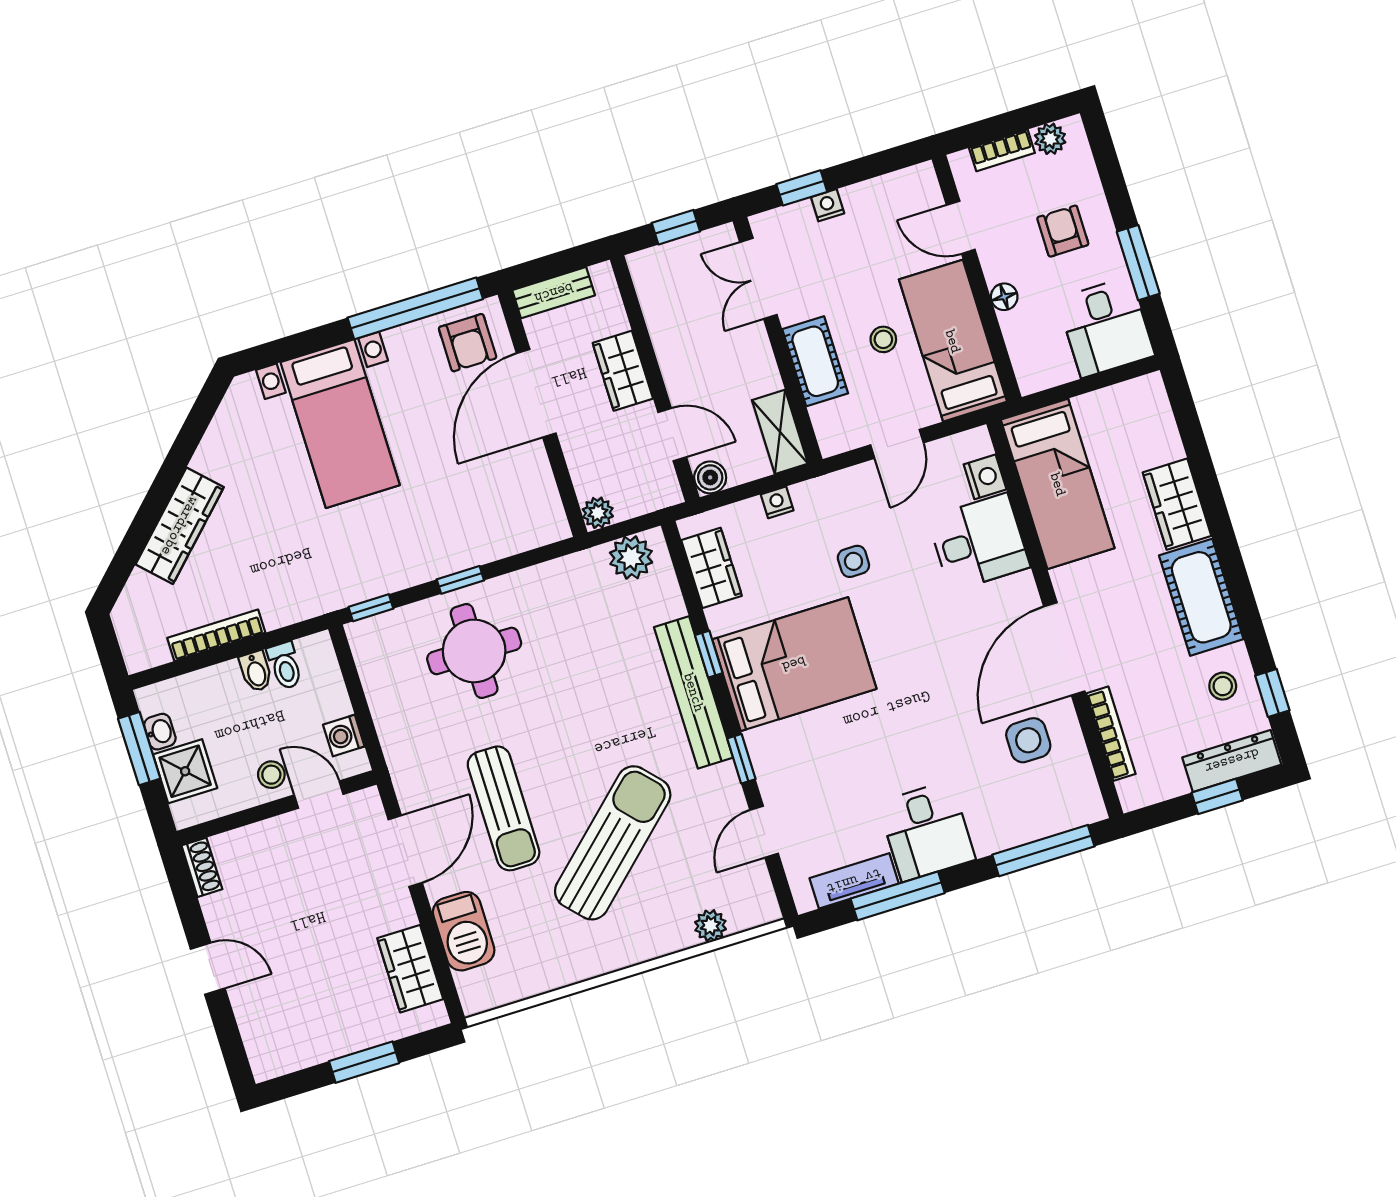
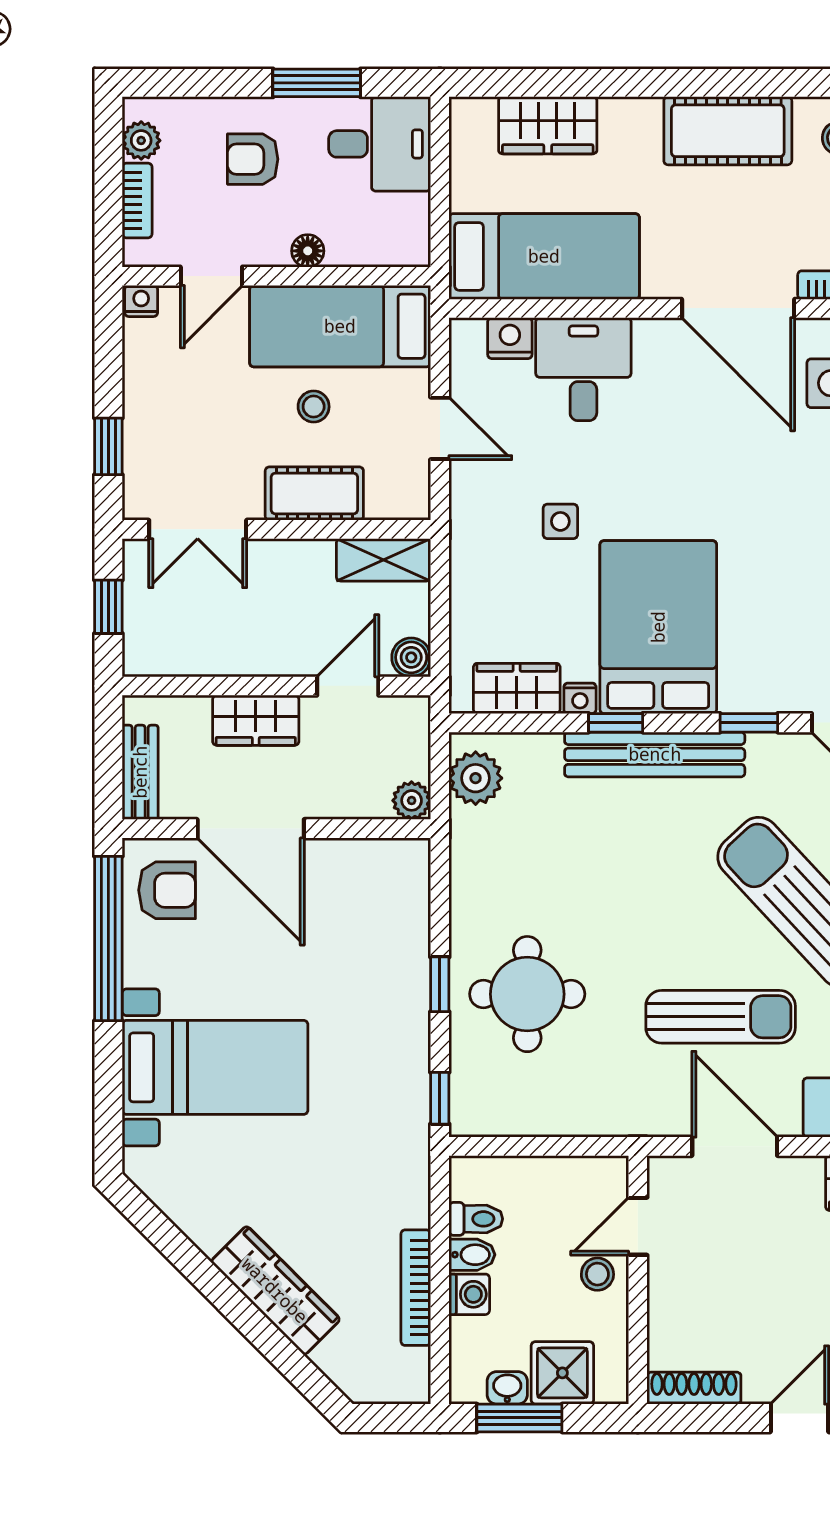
nightstand: (828, 205) -> (141, 301), moved, turned 90
nightstand: (777, 502) -> (580, 698), moved, turned -90
wardrobe: (1177, 504) -> (548, 125), moved
washing machine: (344, 736) -> (469, 1294), moved, turned -90
shoe rack: (202, 867) -> (694, 1388), width x1.43

